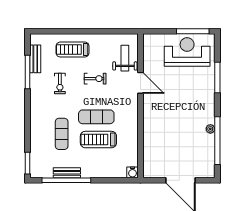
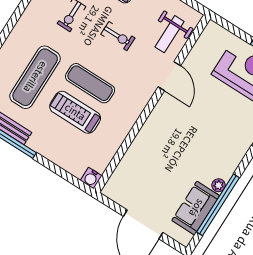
weight bench: (125, 58) -> (170, 34), turned 180
exercise mat: (62, 134) -> (35, 77), width x1.36, depth x1.45
sofa: (205, 151) -> (196, 208), added

